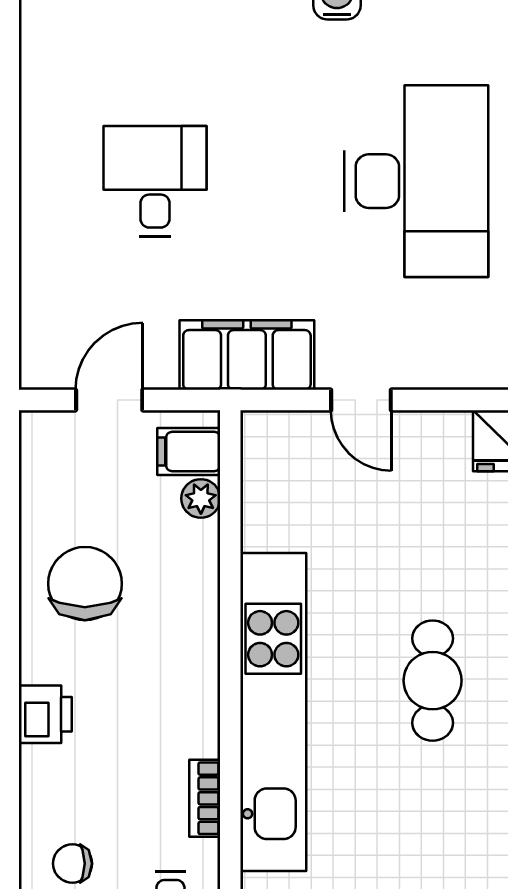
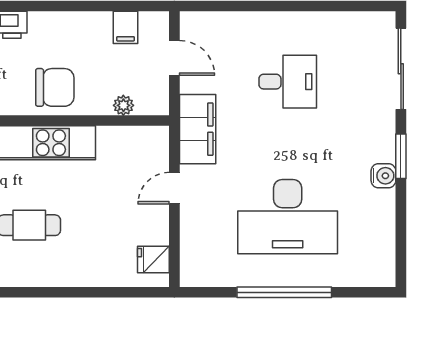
filing cabinet: (189, 452) -> (126, 27), moved, turned 180
chair: (85, 584) -> (55, 87), moved

